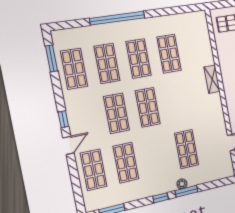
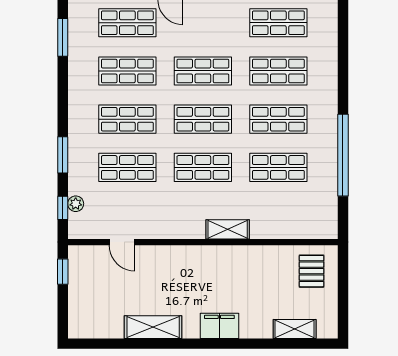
window: (117, 18) -> (343, 155), moved
shop shelf: (178, 102) -> (203, 167), added
shop shelf: (157, 156) -> (127, 119), added
plant: (182, 184) -> (76, 204), moved
window: (160, 198) -> (63, 208), moved

